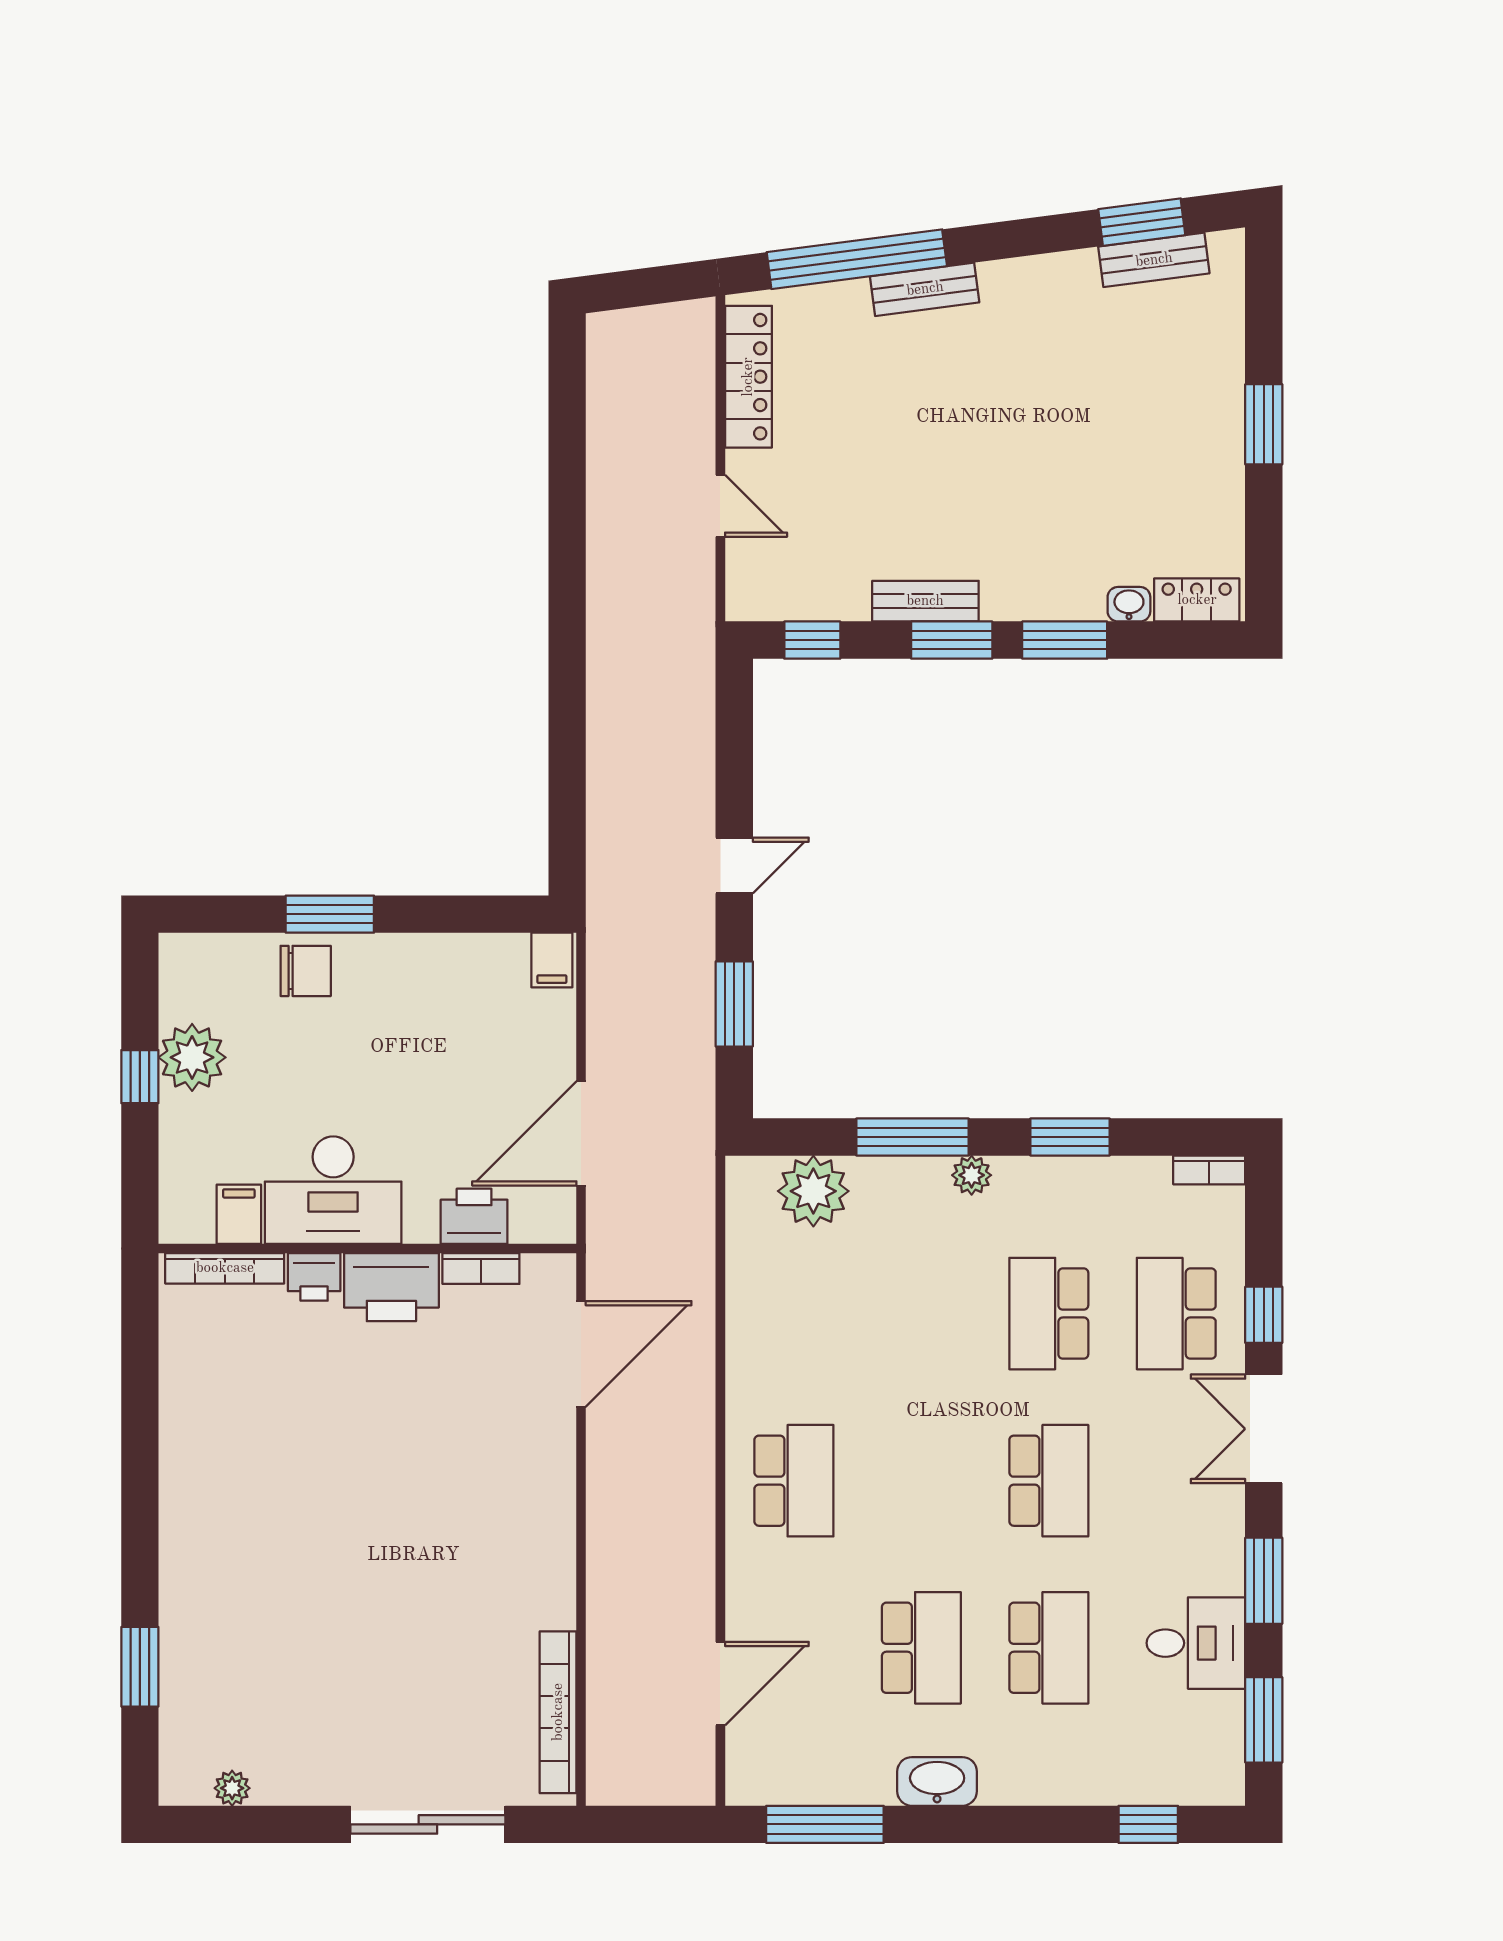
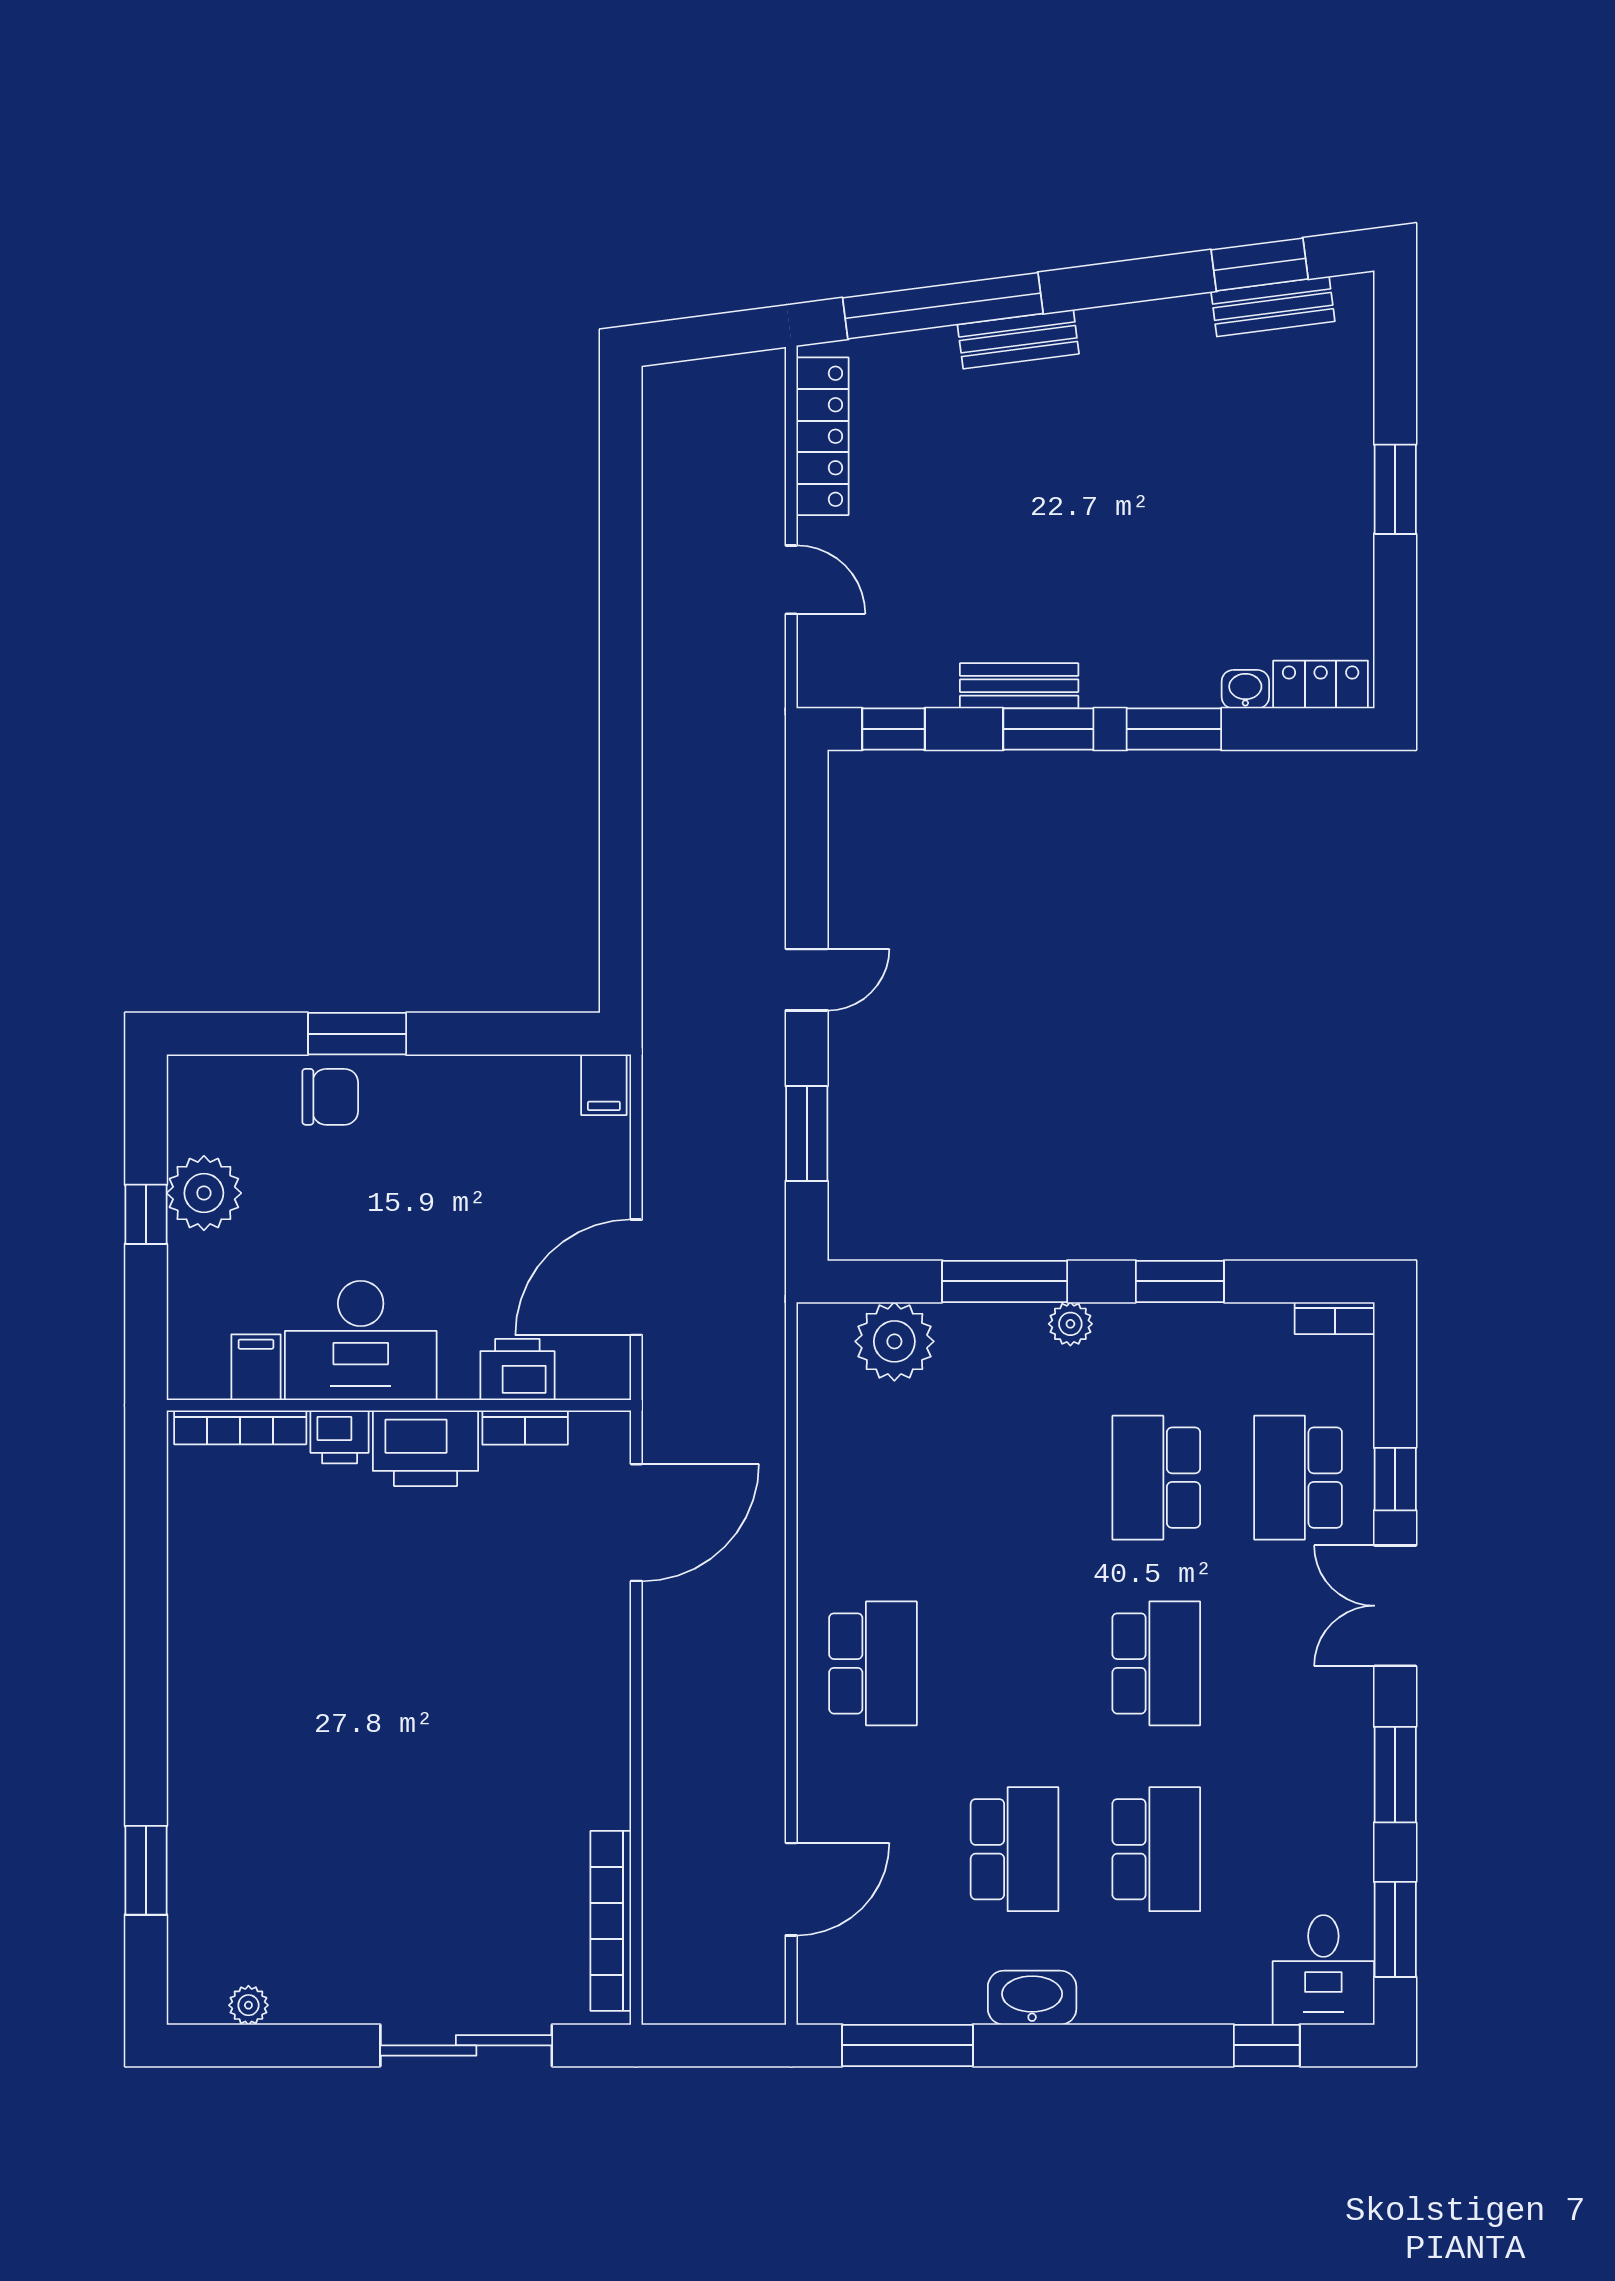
desk: (1196, 1643) -> (1323, 1970), moved, turned 90

